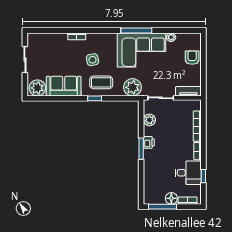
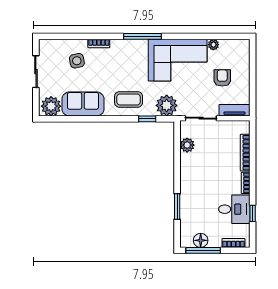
window: (136, 30) -> (142, 36), moved
armchair: (192, 58) -> (222, 78), moved
side table: (92, 60) -> (77, 61), moved
window: (95, 98) -> (147, 119), moved
printer: (149, 142) -> (186, 172), removed
window: (141, 149) -> (177, 206), moved
floor lamp: (171, 198) -> (201, 240), moved

